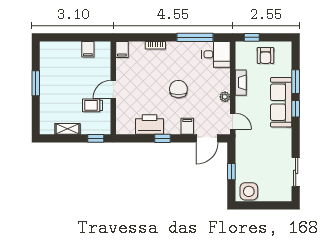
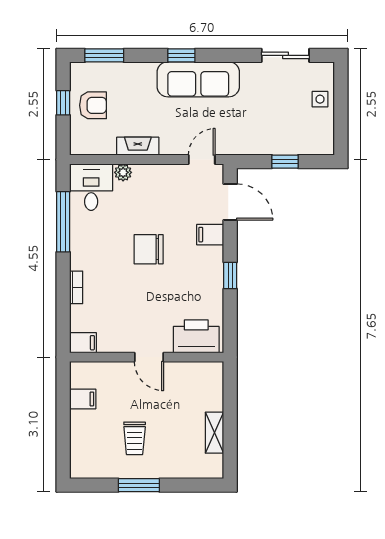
window: (252, 37) -> (63, 103), moved
window: (296, 82) -> (104, 55), moved
plant: (225, 97) -> (123, 172), moved
sofa: (281, 102) -> (198, 79), moved
trolley: (92, 105) -> (135, 438), moved
printer: (149, 125) -> (196, 336), moved, turned 90
window: (96, 138) -> (230, 386), removed
side table: (249, 191) -> (320, 99), moved, width x0.54, depth x0.54

